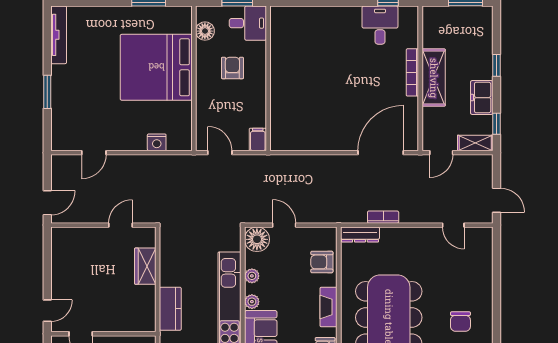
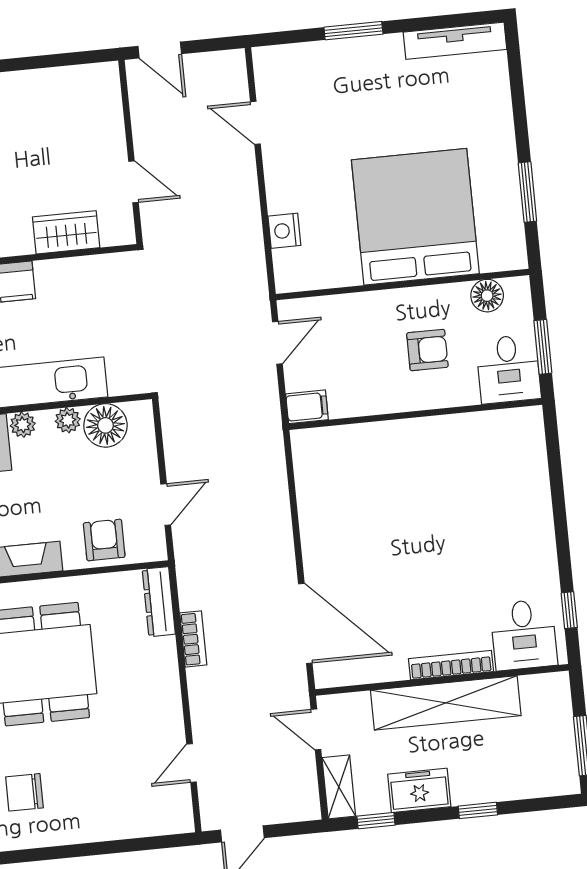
desk: (380, 25) -> (524, 635), moved, turned 90
shelving: (434, 78) -> (446, 703), width x1.47
door: (284, 225) -> (166, 504), moved
floor lamp: (257, 239) -> (105, 425), moved

